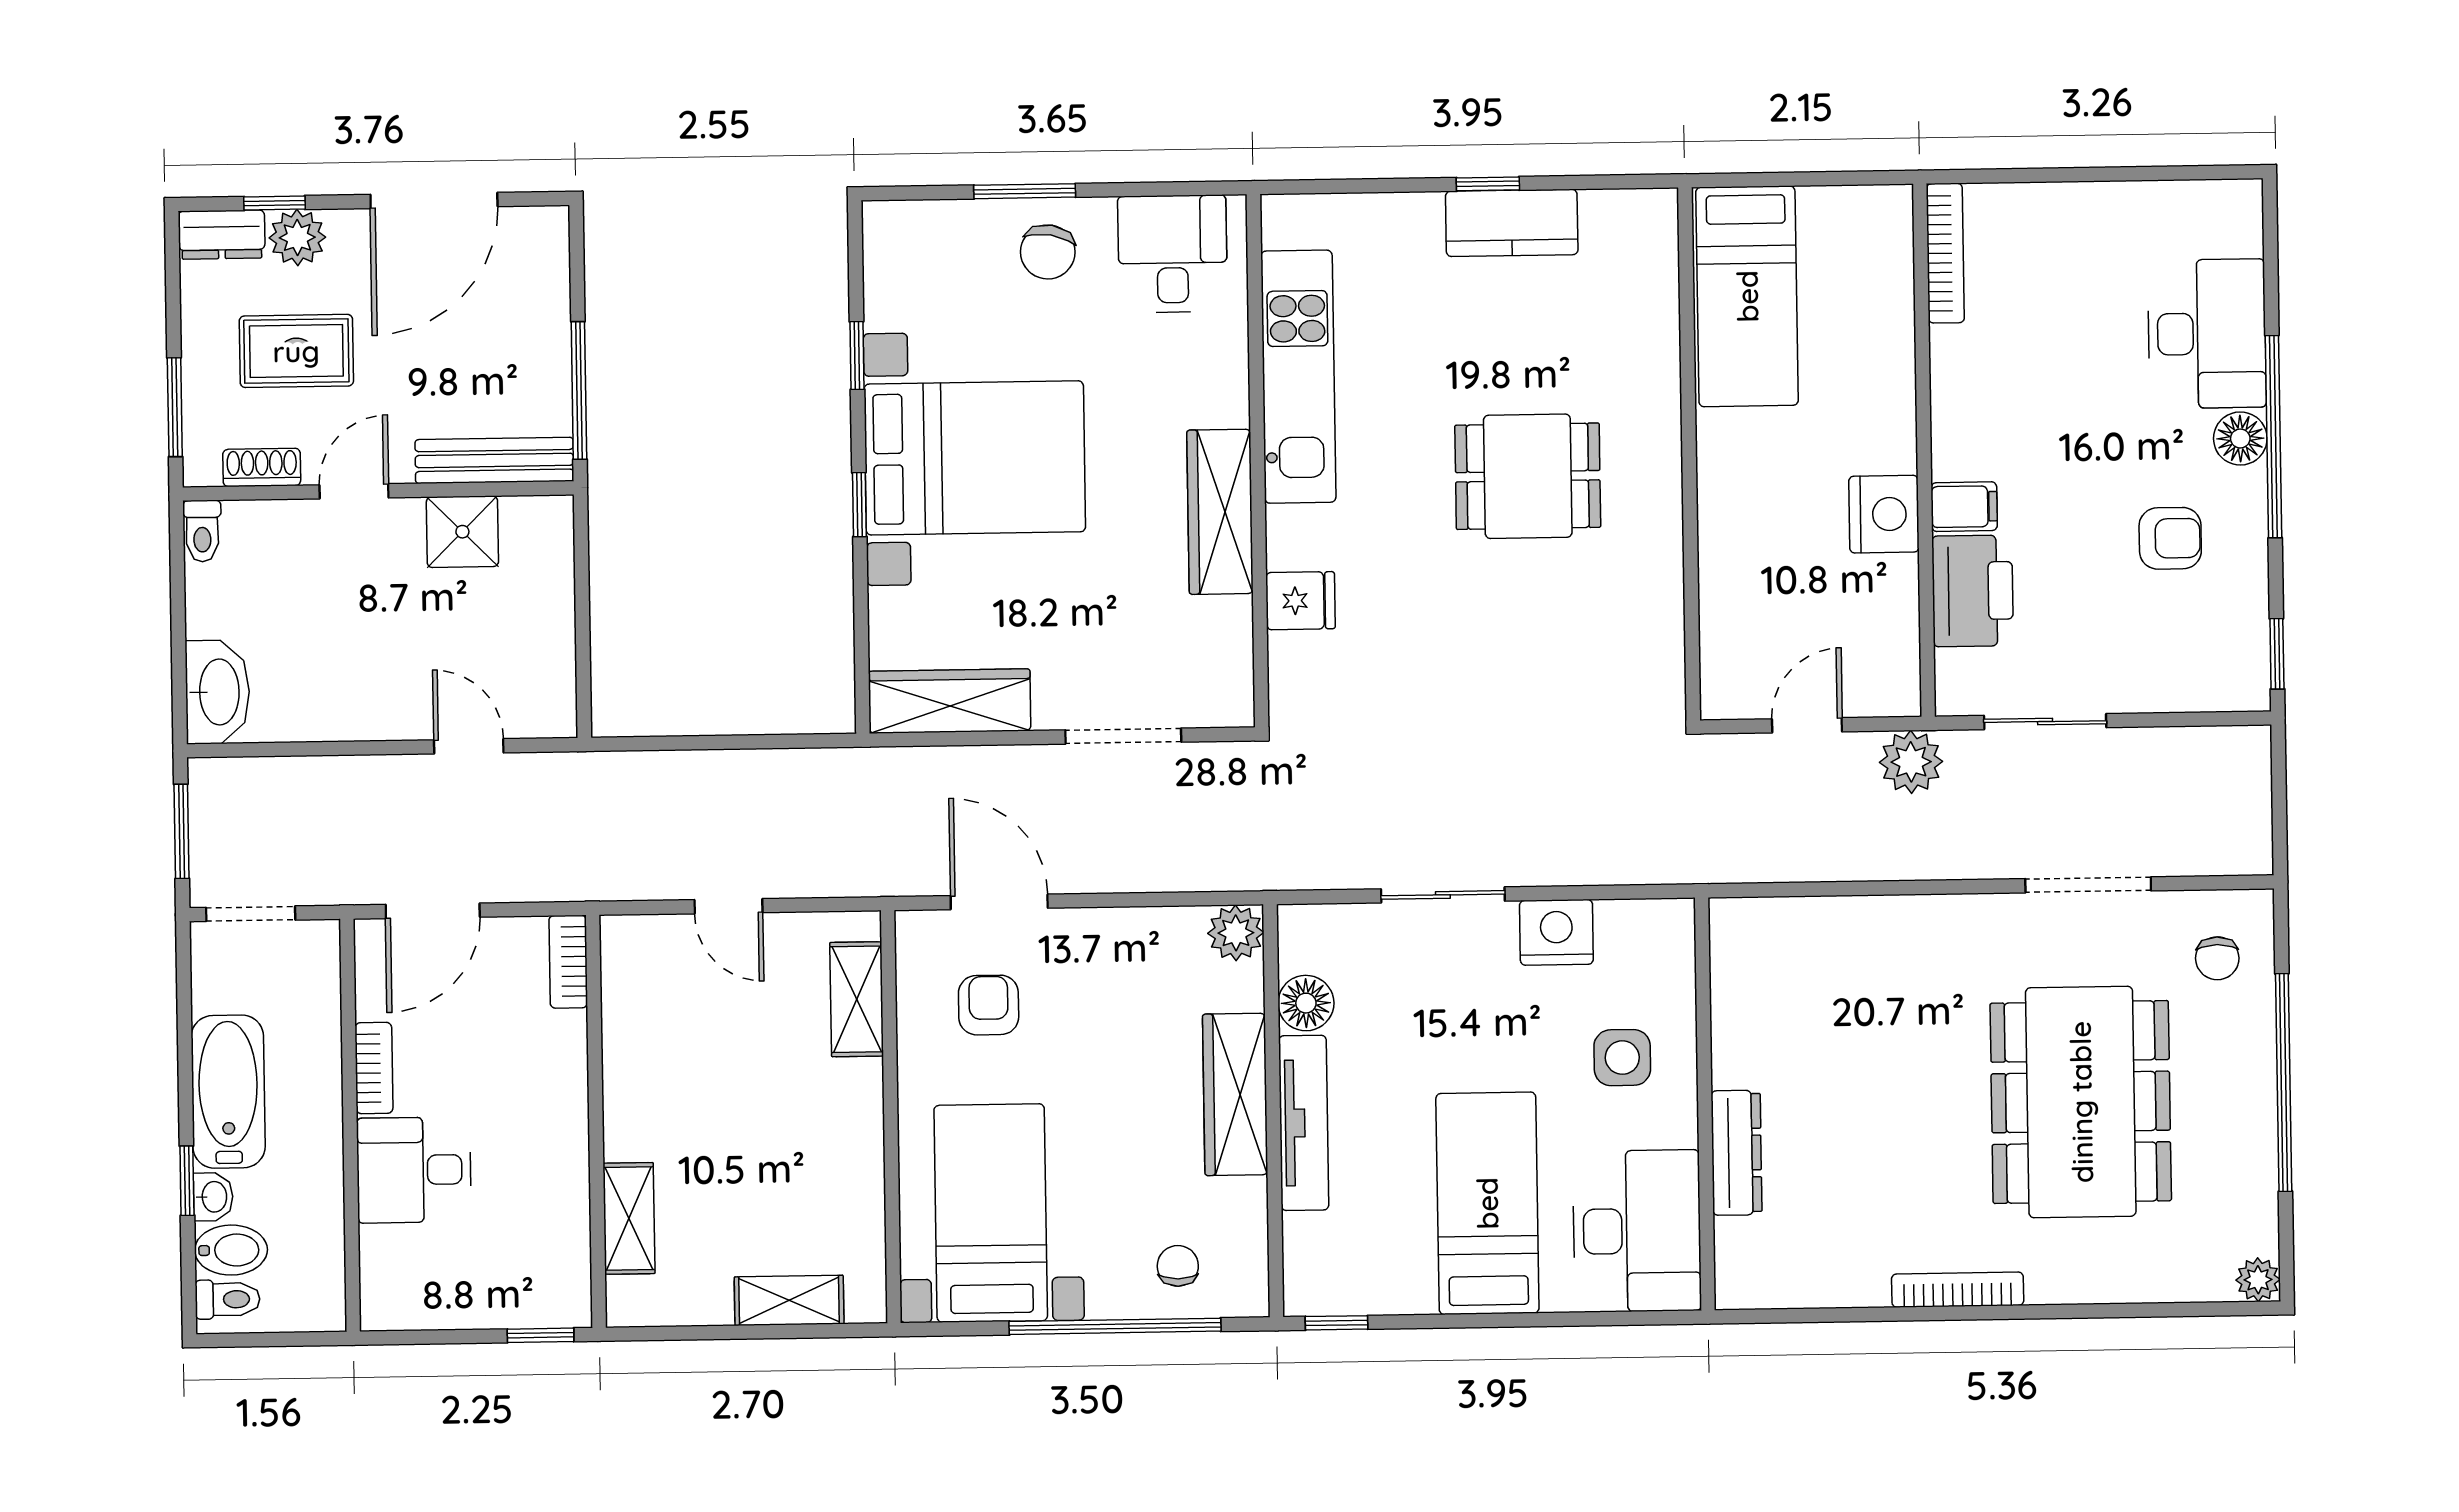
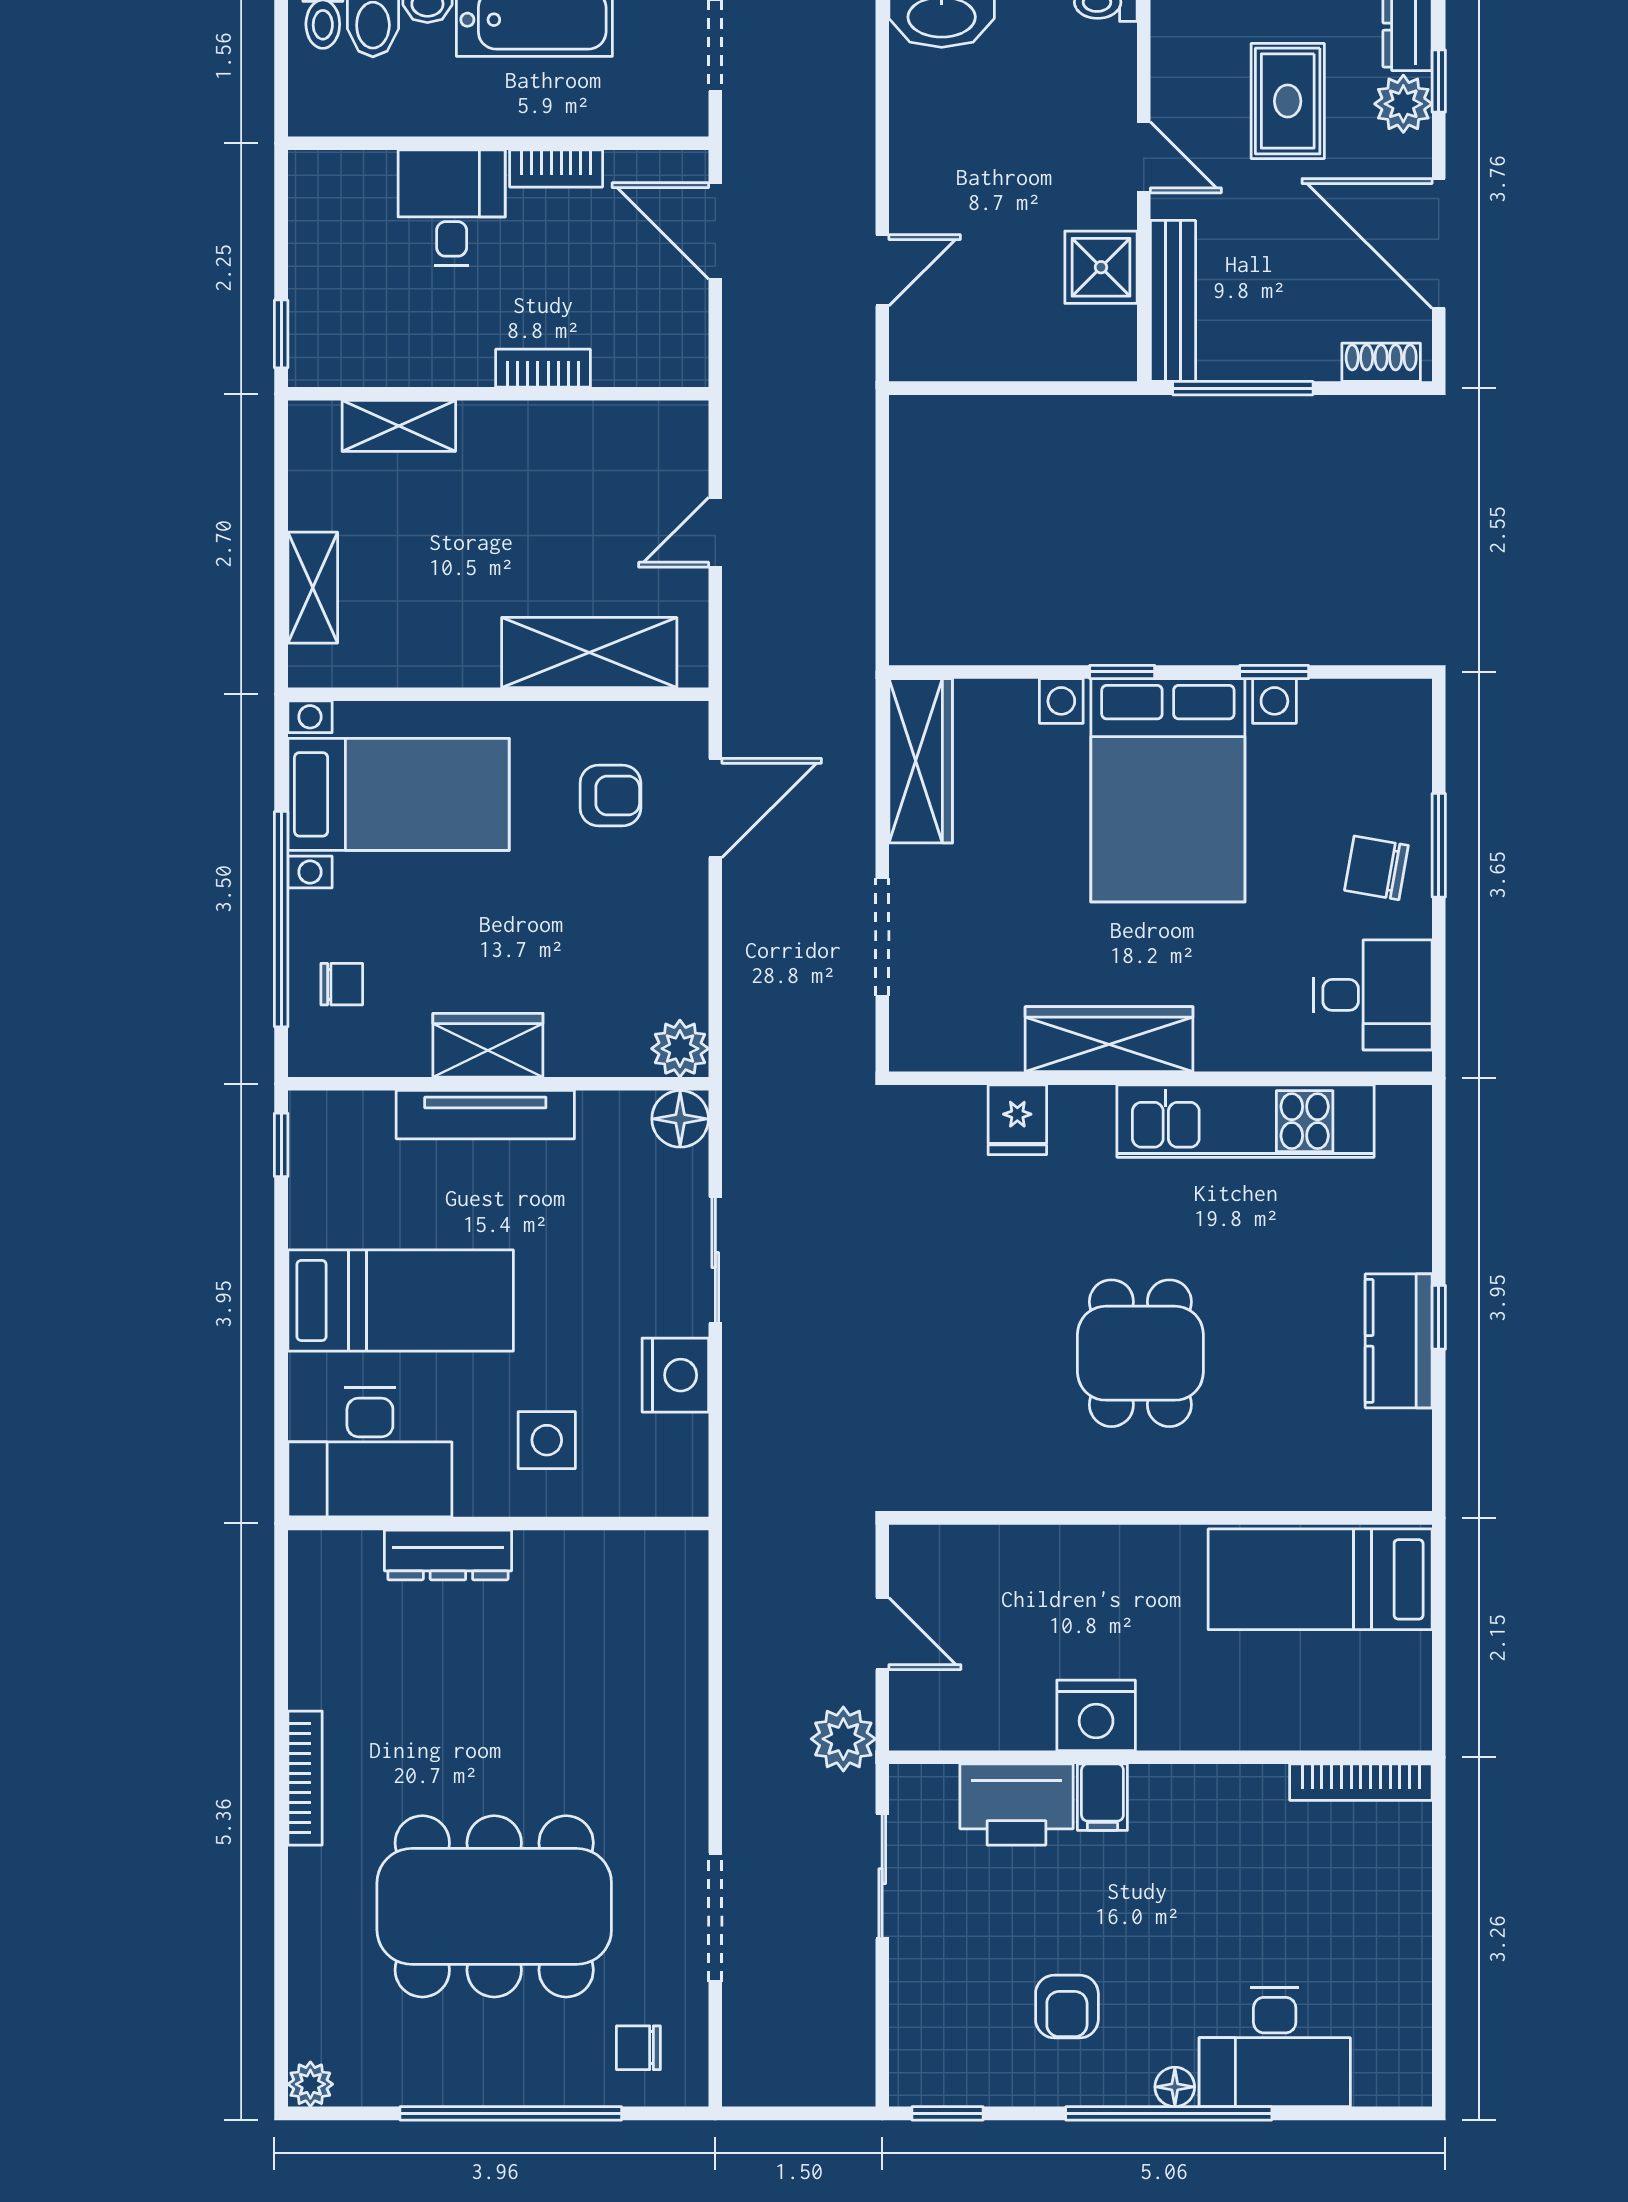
floor lamp: (2240, 439) -> (1175, 2087), width x0.73, depth x0.73
shoe rack: (262, 467) -> (1381, 362), moved, turned -90
bookcase: (568, 962) -> (543, 368), moved
shelving: (857, 999) -> (589, 652), width x1.50, depth x1.33
floor lamp: (1306, 1003) -> (680, 1119), moved
wardrobe: (1235, 1094) -> (488, 1045), width x0.67

